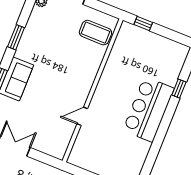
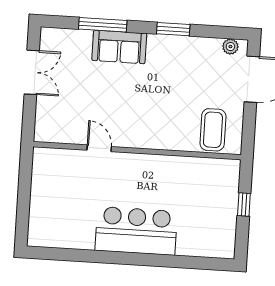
window: (143, 23) -> (244, 205), moved
window: (179, 89) -> (176, 261), removed

